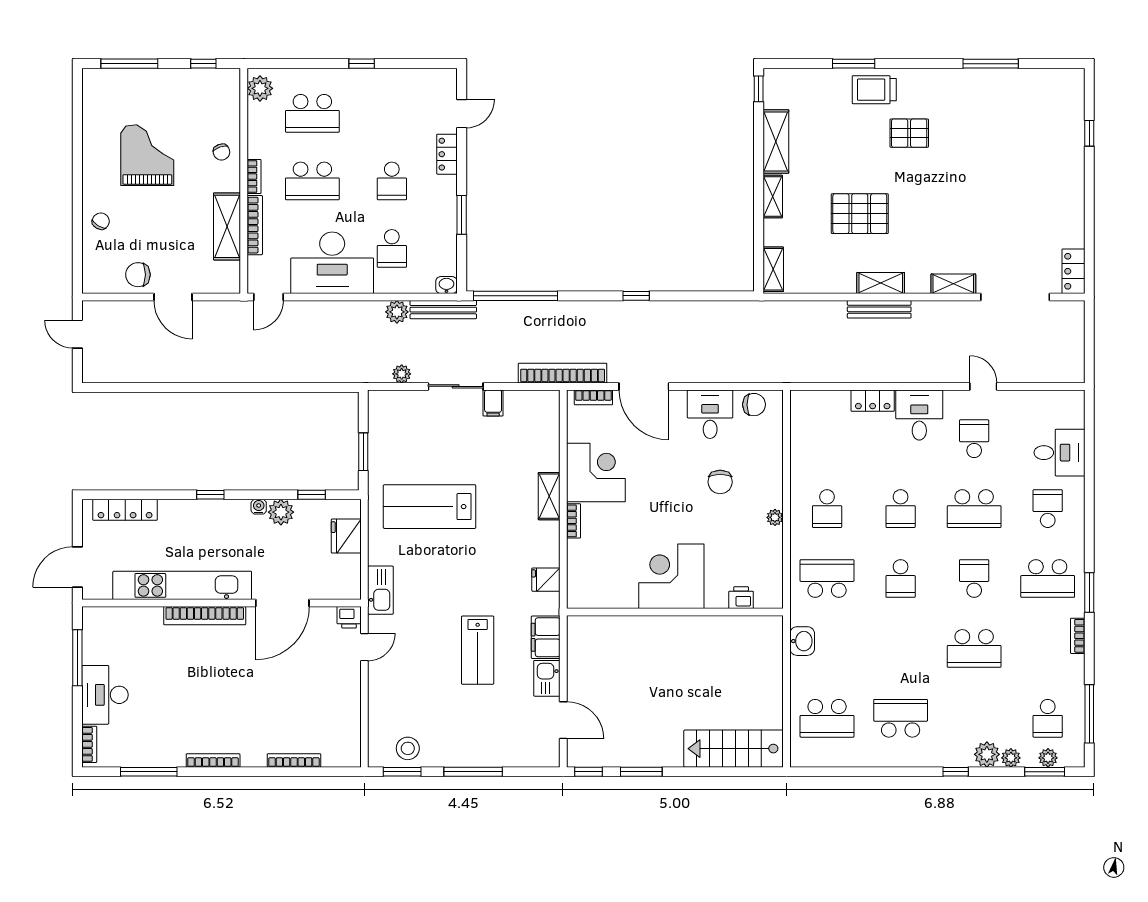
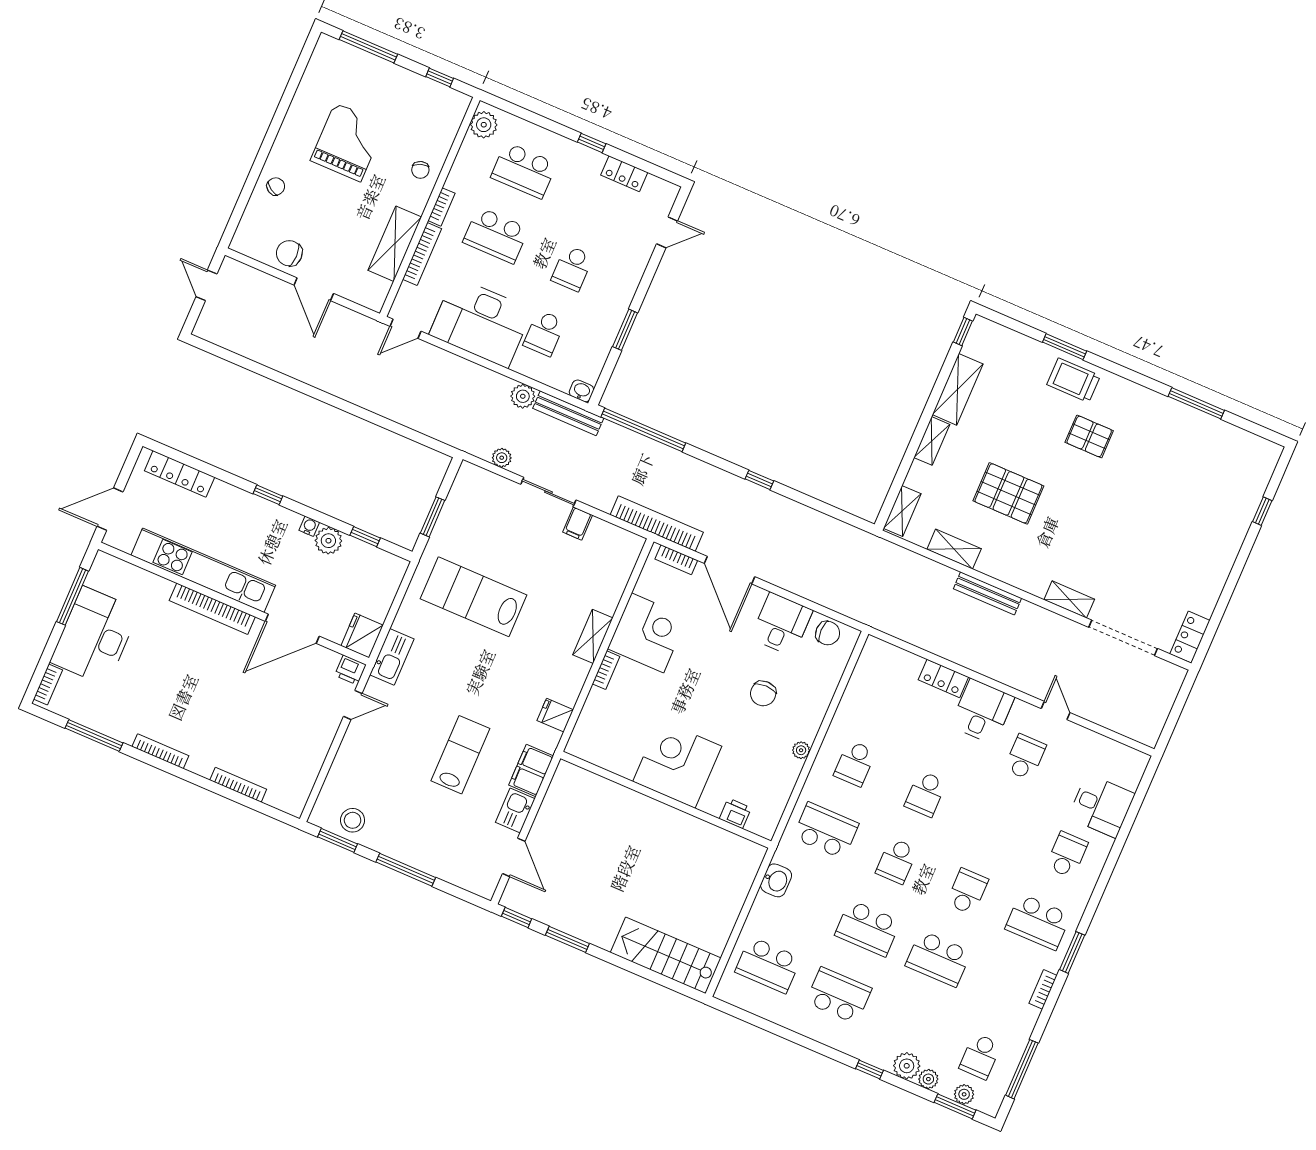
locker: (447, 154) -> (624, 174), moved, turned -90
shelving: (881, 283) -> (954, 549), moved
school desk: (974, 509) -> (868, 928), moved
fridge: (346, 536) -> (362, 635), moved
lab bench: (478, 650) -> (460, 755), turned 180
desk: (105, 695) -> (95, 636), width x1.36, depth x1.30

